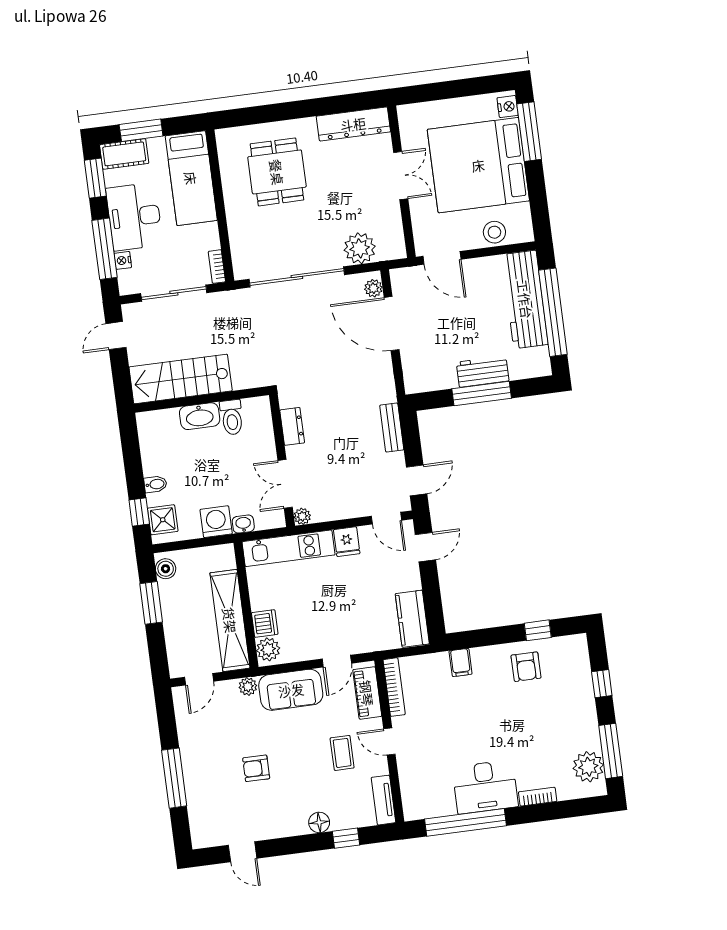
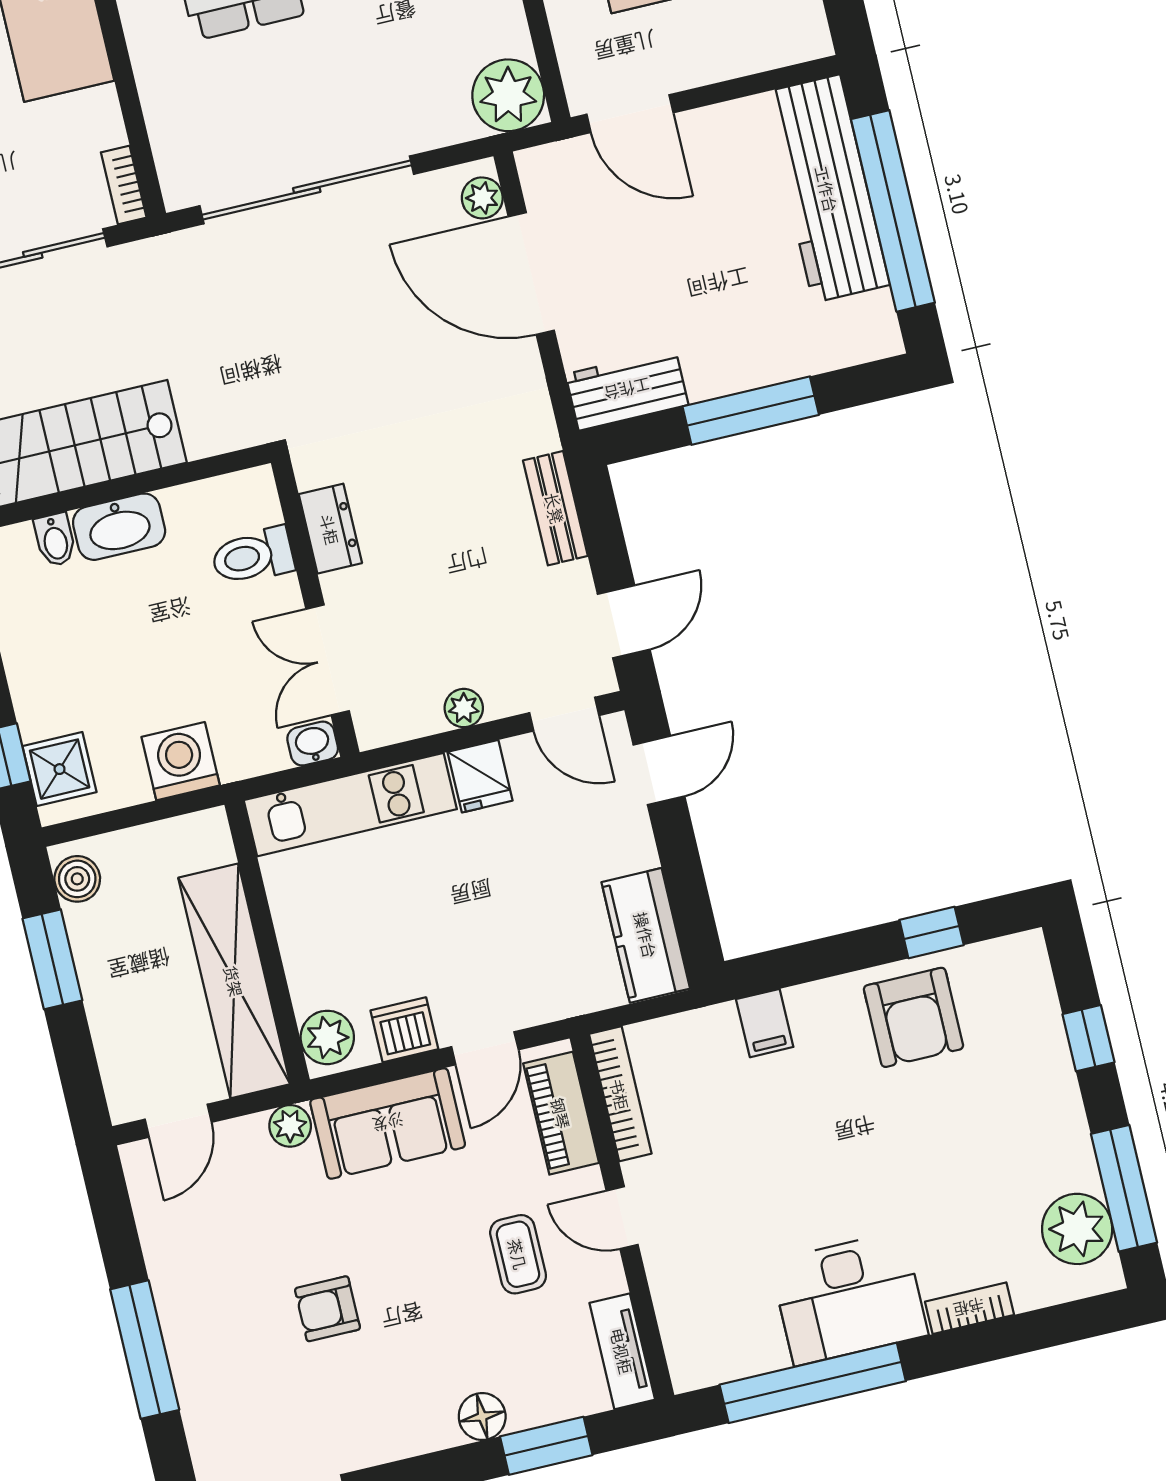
stool: (494, 232) -> (743, 44), removed
plant: (360, 248) -> (508, 95), moved
workbench: (483, 372) -> (627, 390), moved
toilet: (232, 417) -> (253, 556), moved, turned 90
bidet: (155, 484) -> (55, 540), moved, turned 90
plant: (302, 516) -> (464, 708), moved
washbasin: (243, 524) -> (313, 744), moved
dishwasher: (265, 623) -> (404, 1030), moved, turned -90
armchair: (526, 667) -> (913, 1017), width x1.38, depth x1.38
window: (346, 838) -> (546, 1446), width x1.50

